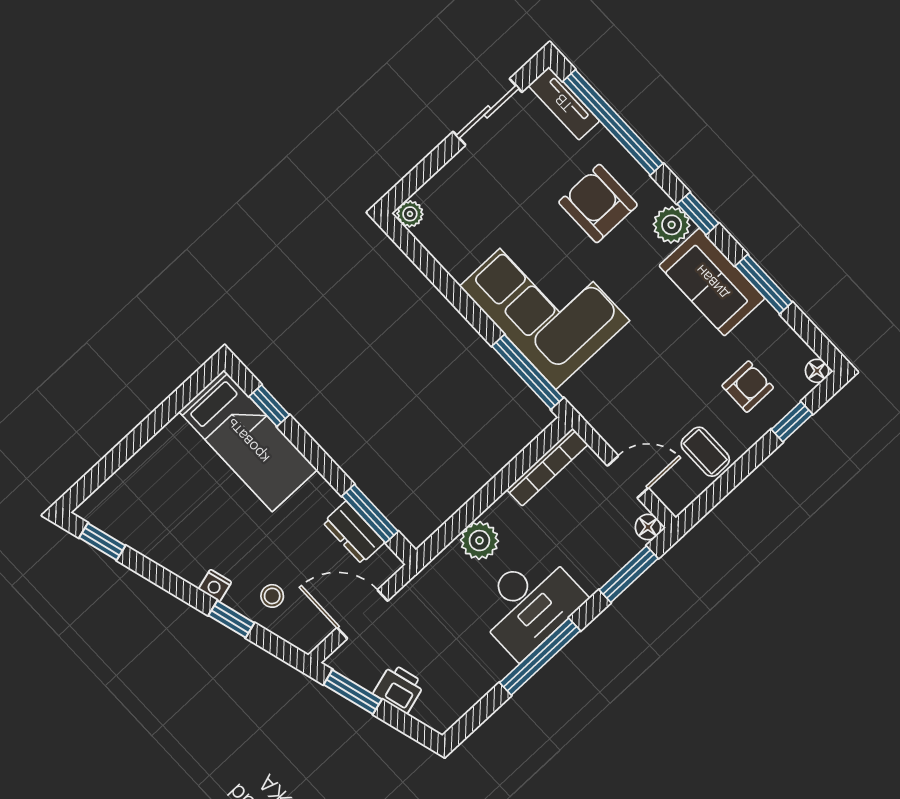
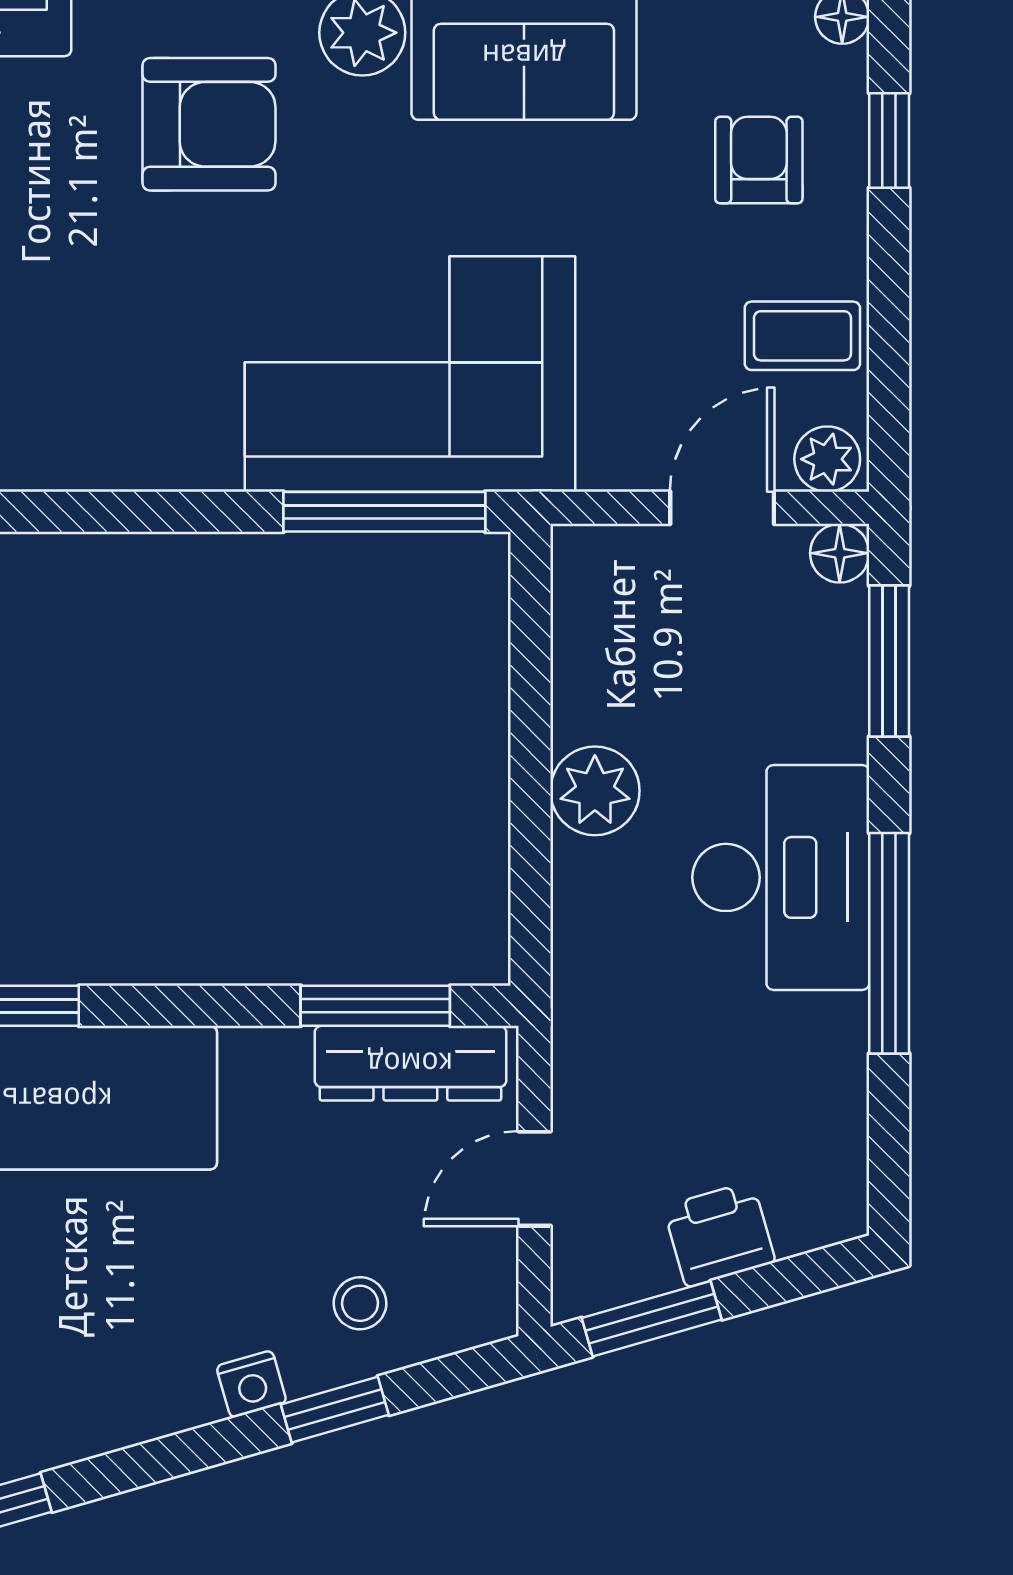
armchair: (598, 204) -> (209, 124), turned 180
corner sofa: (545, 303) -> (410, 374), moved
bookcase: (547, 467) -> (577, 629), removed
plant: (674, 496) -> (827, 459), added
dresser: (354, 532) -> (410, 1063), width x1.44
plant: (479, 541) -> (595, 791), moved
door: (362, 614) -> (535, 1179), width x0.73

